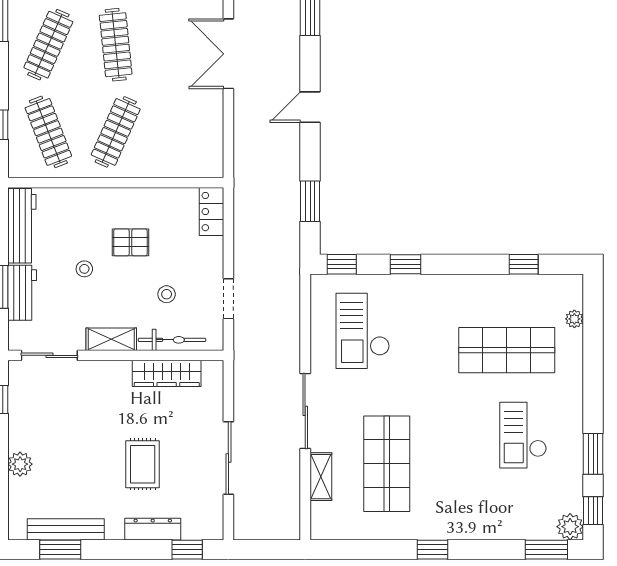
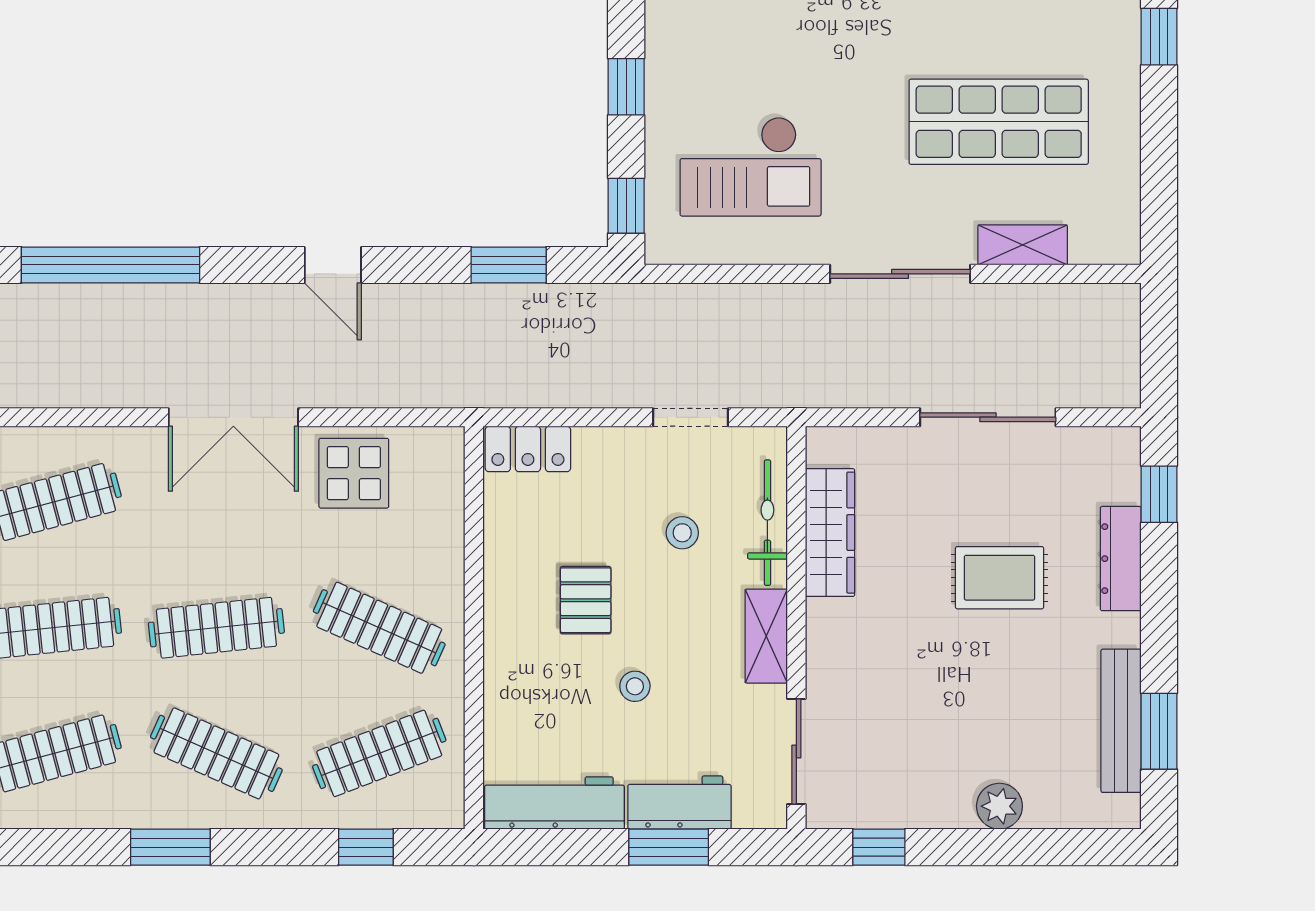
display table: (199, 118) -> (354, 473), added

